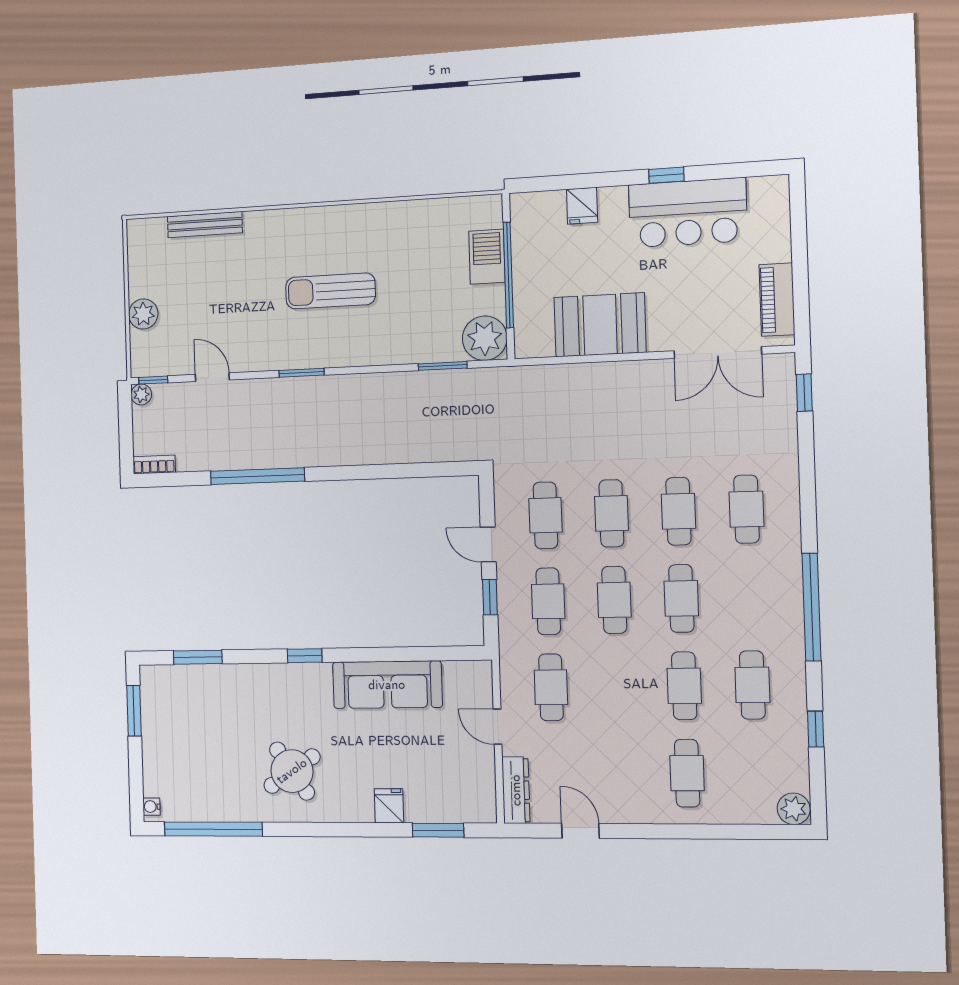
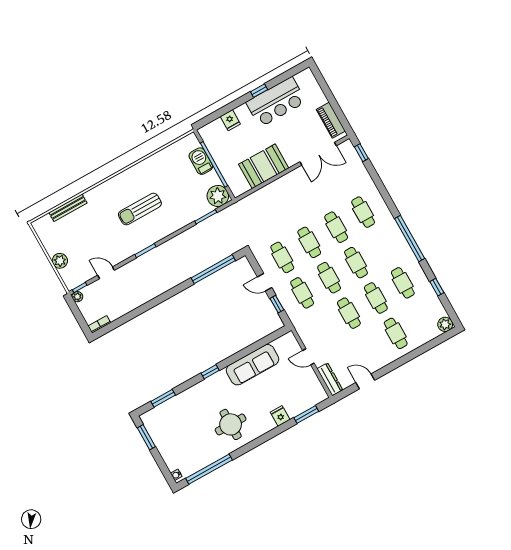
window: (257, 476) -> (213, 269), moved
cafe table: (551, 687) -> (349, 313), moved
round table: (292, 771) -> (231, 424), turned 34

